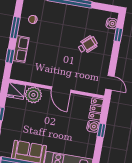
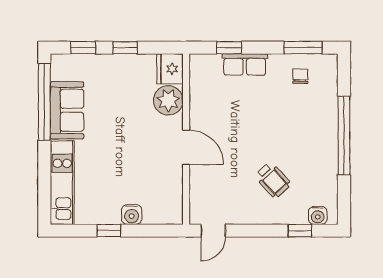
window: (15, 28) -> (303, 48), moved
door: (61, 90) -> (186, 147), swing flipped
locker: (96, 109) -> (163, 215), removed
window: (101, 130) -> (109, 231), moved

